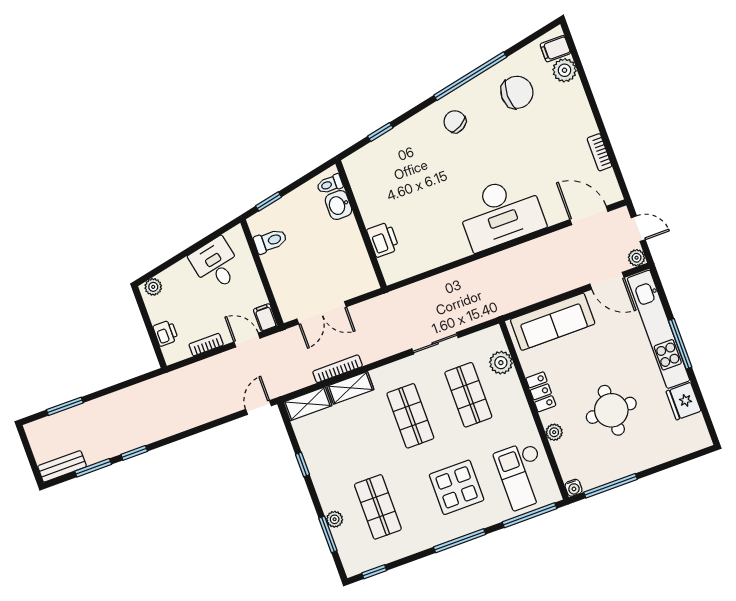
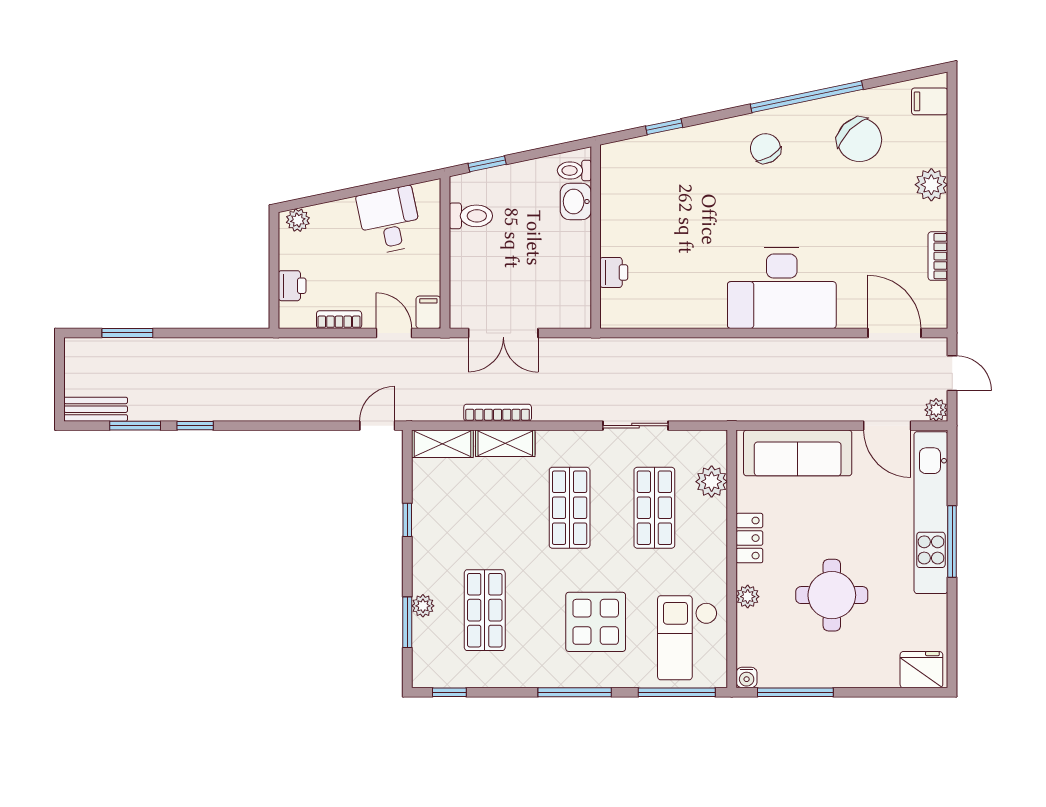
plant: (565, 70) -> (931, 185), moved
chair: (517, 92) -> (860, 140), turned 45
printer: (383, 239) -> (614, 272), width x0.73, depth x0.81
fridge: (683, 401) -> (921, 670), moved, turned 90

